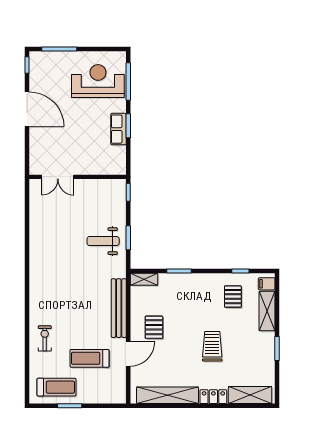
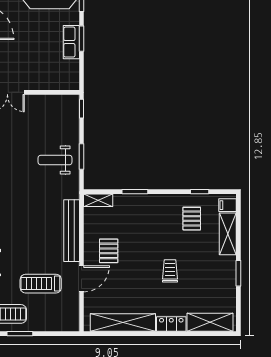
trolley: (212, 346) -> (170, 271), width x0.73, depth x0.72

